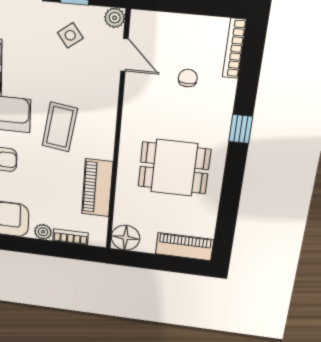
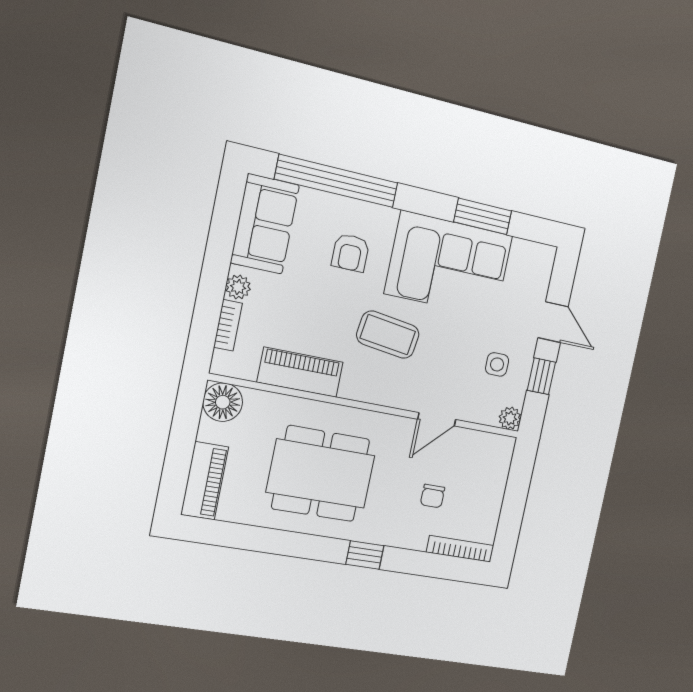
side table: (70, 35) -> (497, 364), turned 37
door: (124, 55) -> (437, 419), moved
chair: (188, 78) -> (433, 496), turned 90
dining table: (174, 168) -> (321, 474), width x1.37

